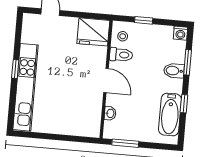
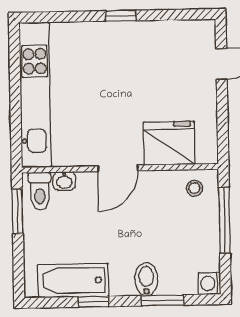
window: (144, 20) -> (224, 220), width x2.17
fridge: (93, 32) -> (169, 143), moved, turned 90
toilet: (121, 55) -> (40, 191), moved
kitchen unit: (25, 87) -> (35, 95), moved, turned -90

